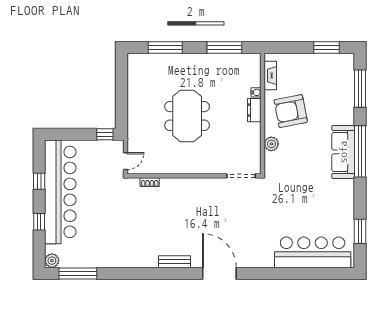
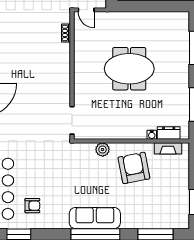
dresser: (254, 110) -> (169, 133), moved
armchair: (330, 217) -> (32, 206), added

